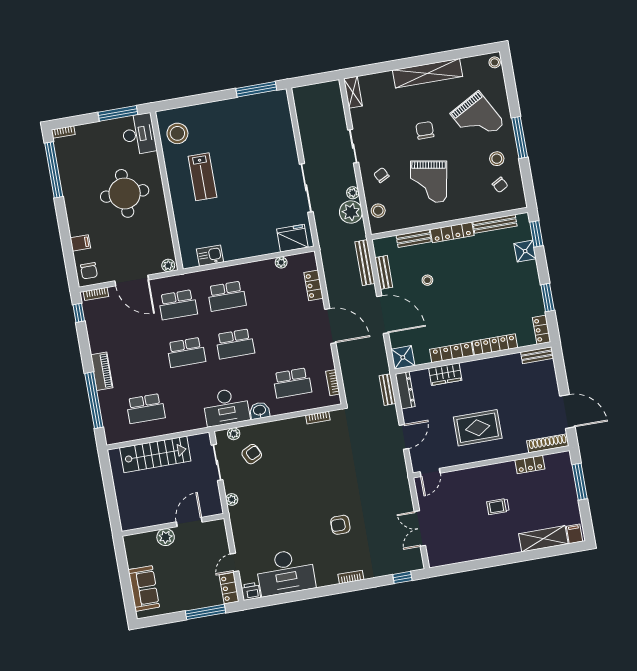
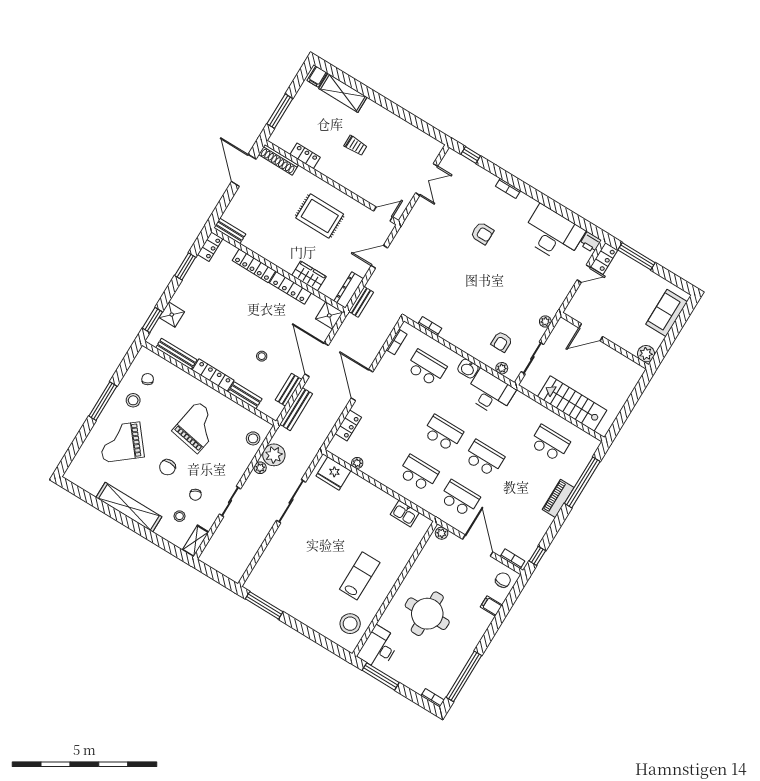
stool: (495, 62) -> (179, 516), moved
grand piano: (477, 118) -> (121, 442), turned -100
chair: (381, 175) -> (195, 495), moved
armchair: (252, 454) -> (502, 342), turned -64
plant: (166, 537) -> (646, 354), moved

